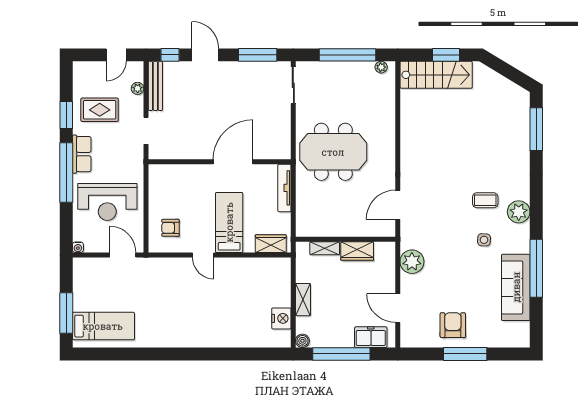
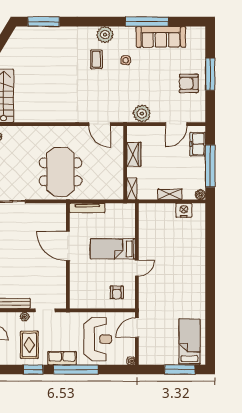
plant: (138, 88) -> (25, 317), moved
wardrobe: (271, 244) -> (128, 218), removed
shelving: (325, 248) -> (132, 189), moved

